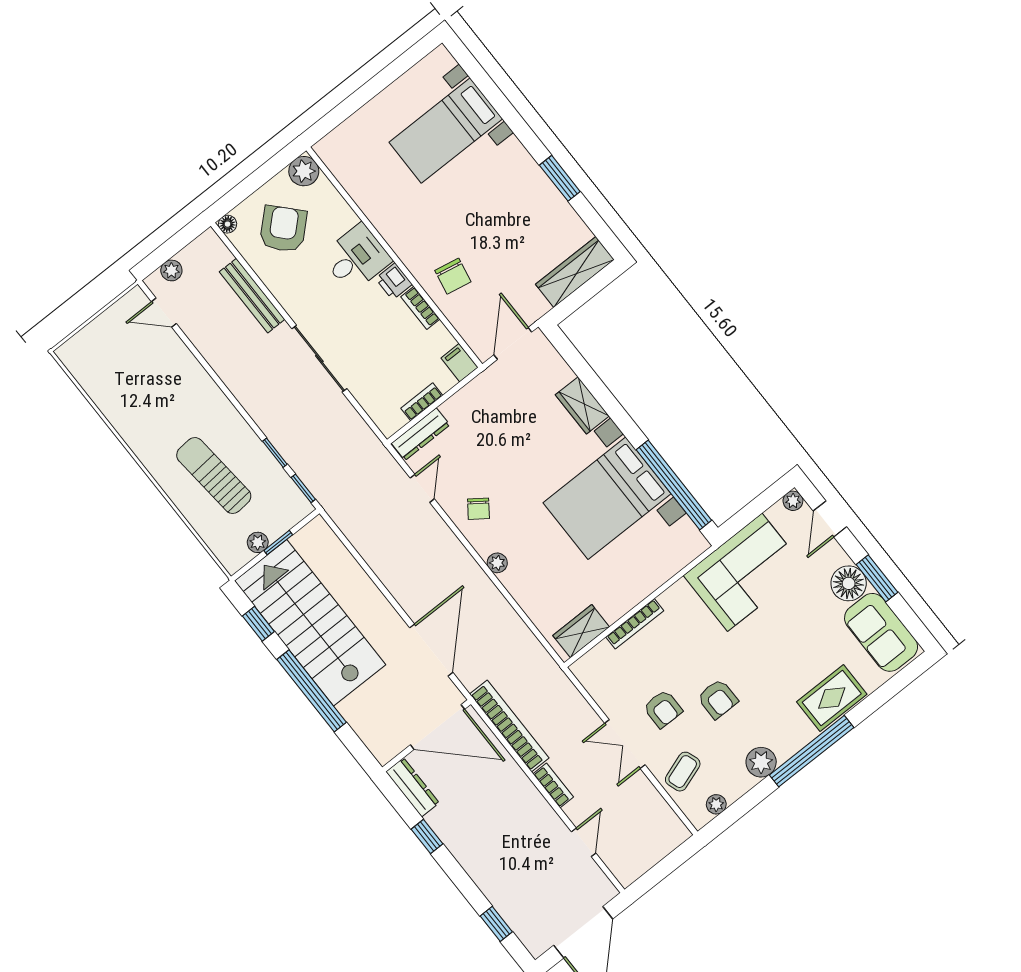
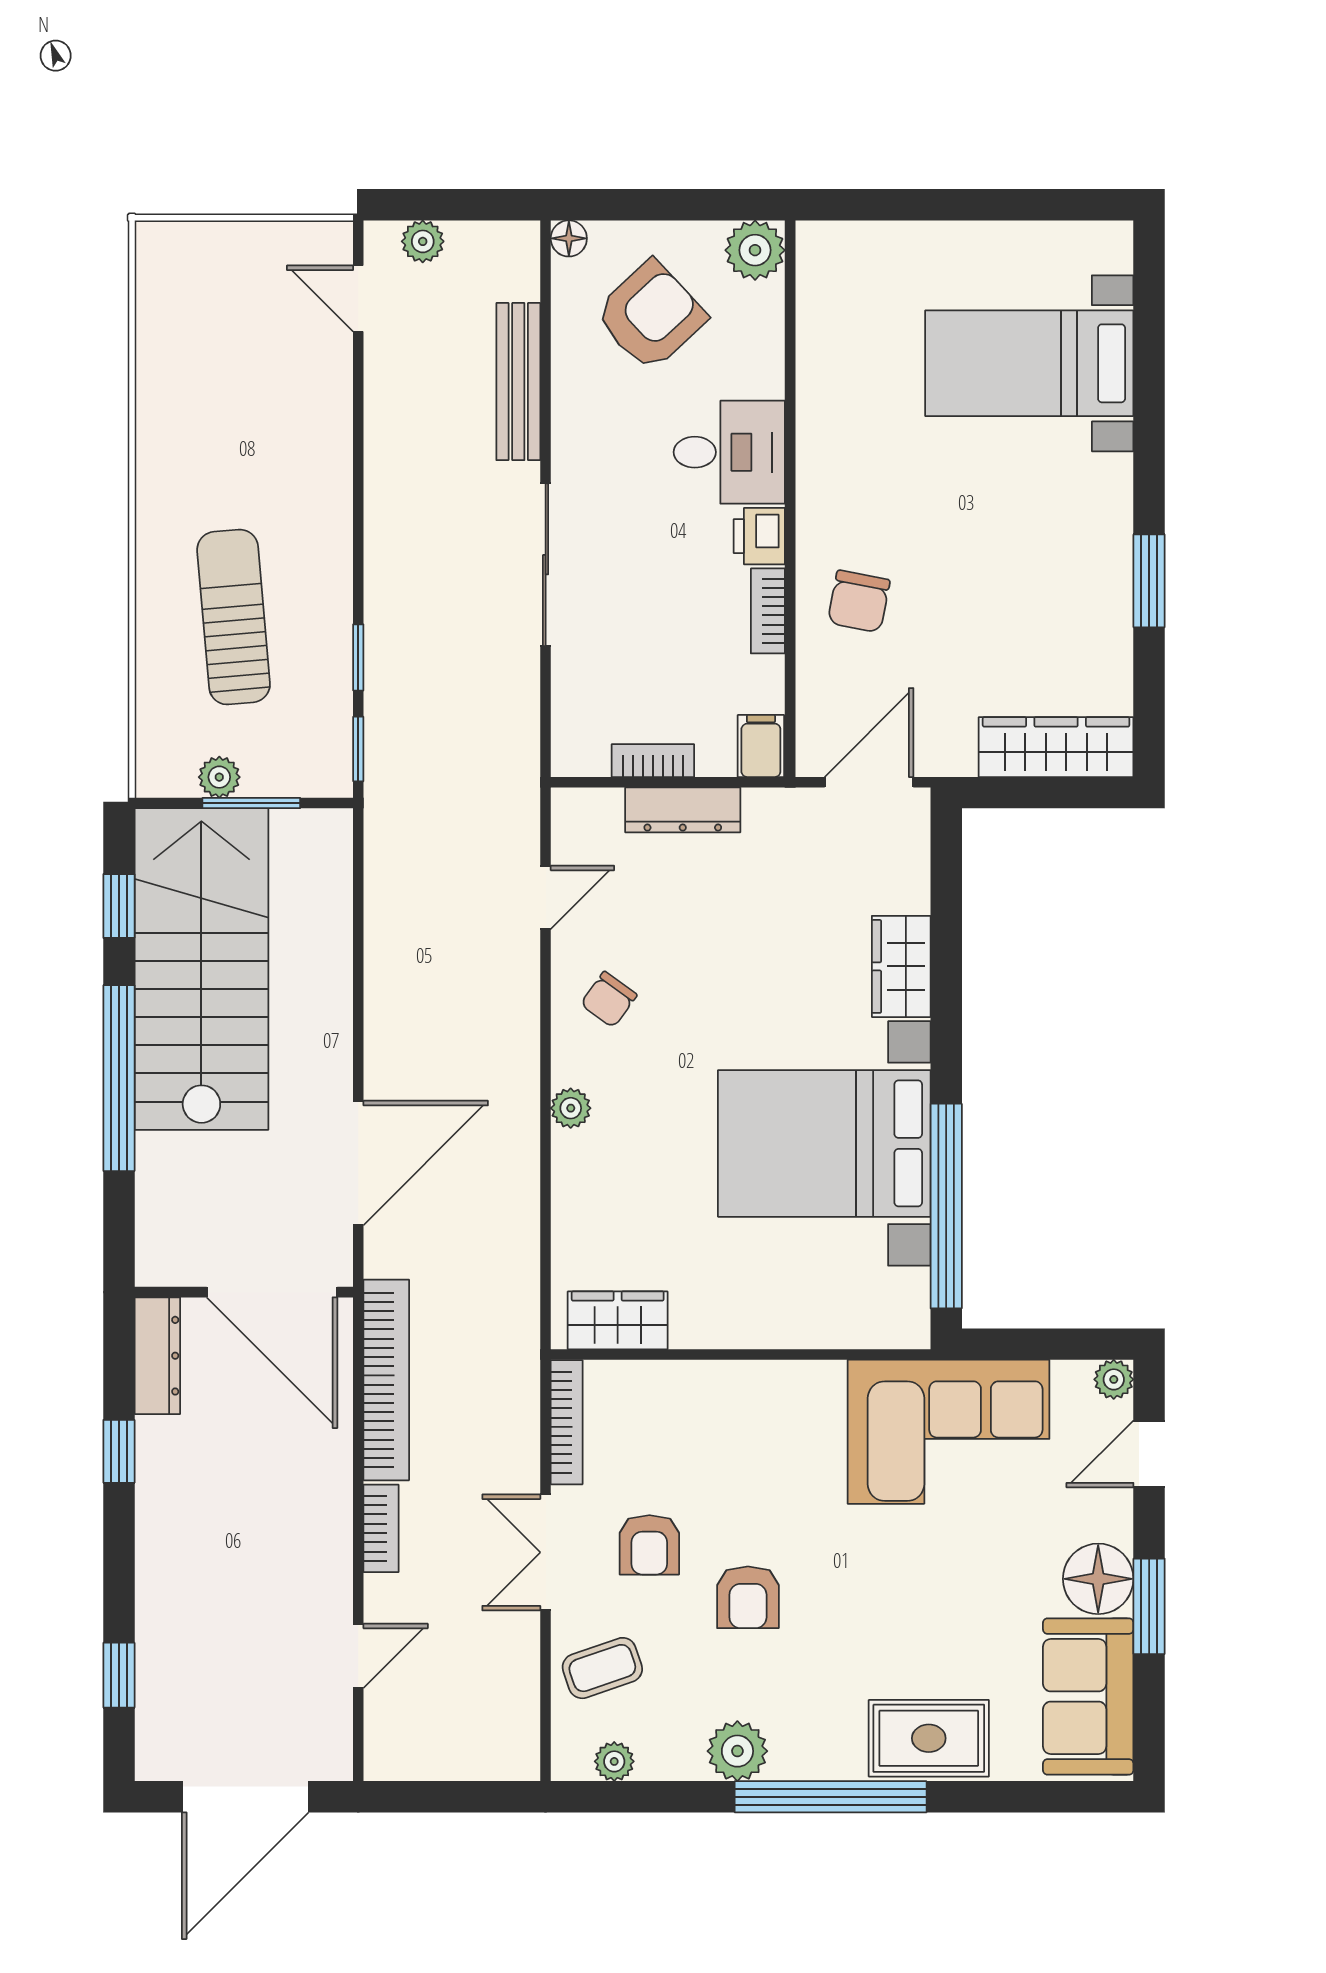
dresser: (421, 434) -> (683, 810), moved
window: (278, 543) -> (251, 803), width x1.50
bookcase: (635, 624) -> (567, 1422), moved, turned -90

